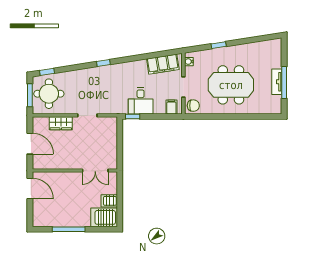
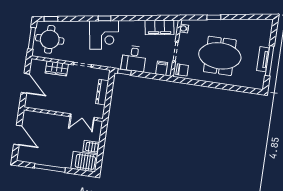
corner desk: (106, 81) -> (104, 35), added
dresser: (112, 141) -> (102, 92), added
door: (30, 188) -> (18, 135), moved

